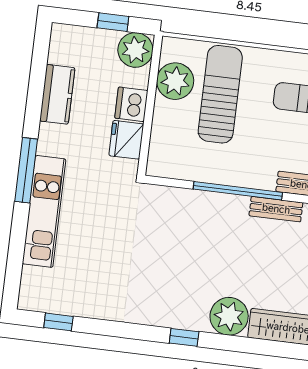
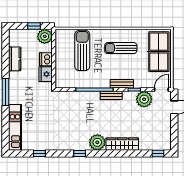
plant: (175, 81) -> (63, 47), removed
kitchen unit: (44, 211) -> (15, 127), moved
window: (58, 322) -> (39, 153), moved

